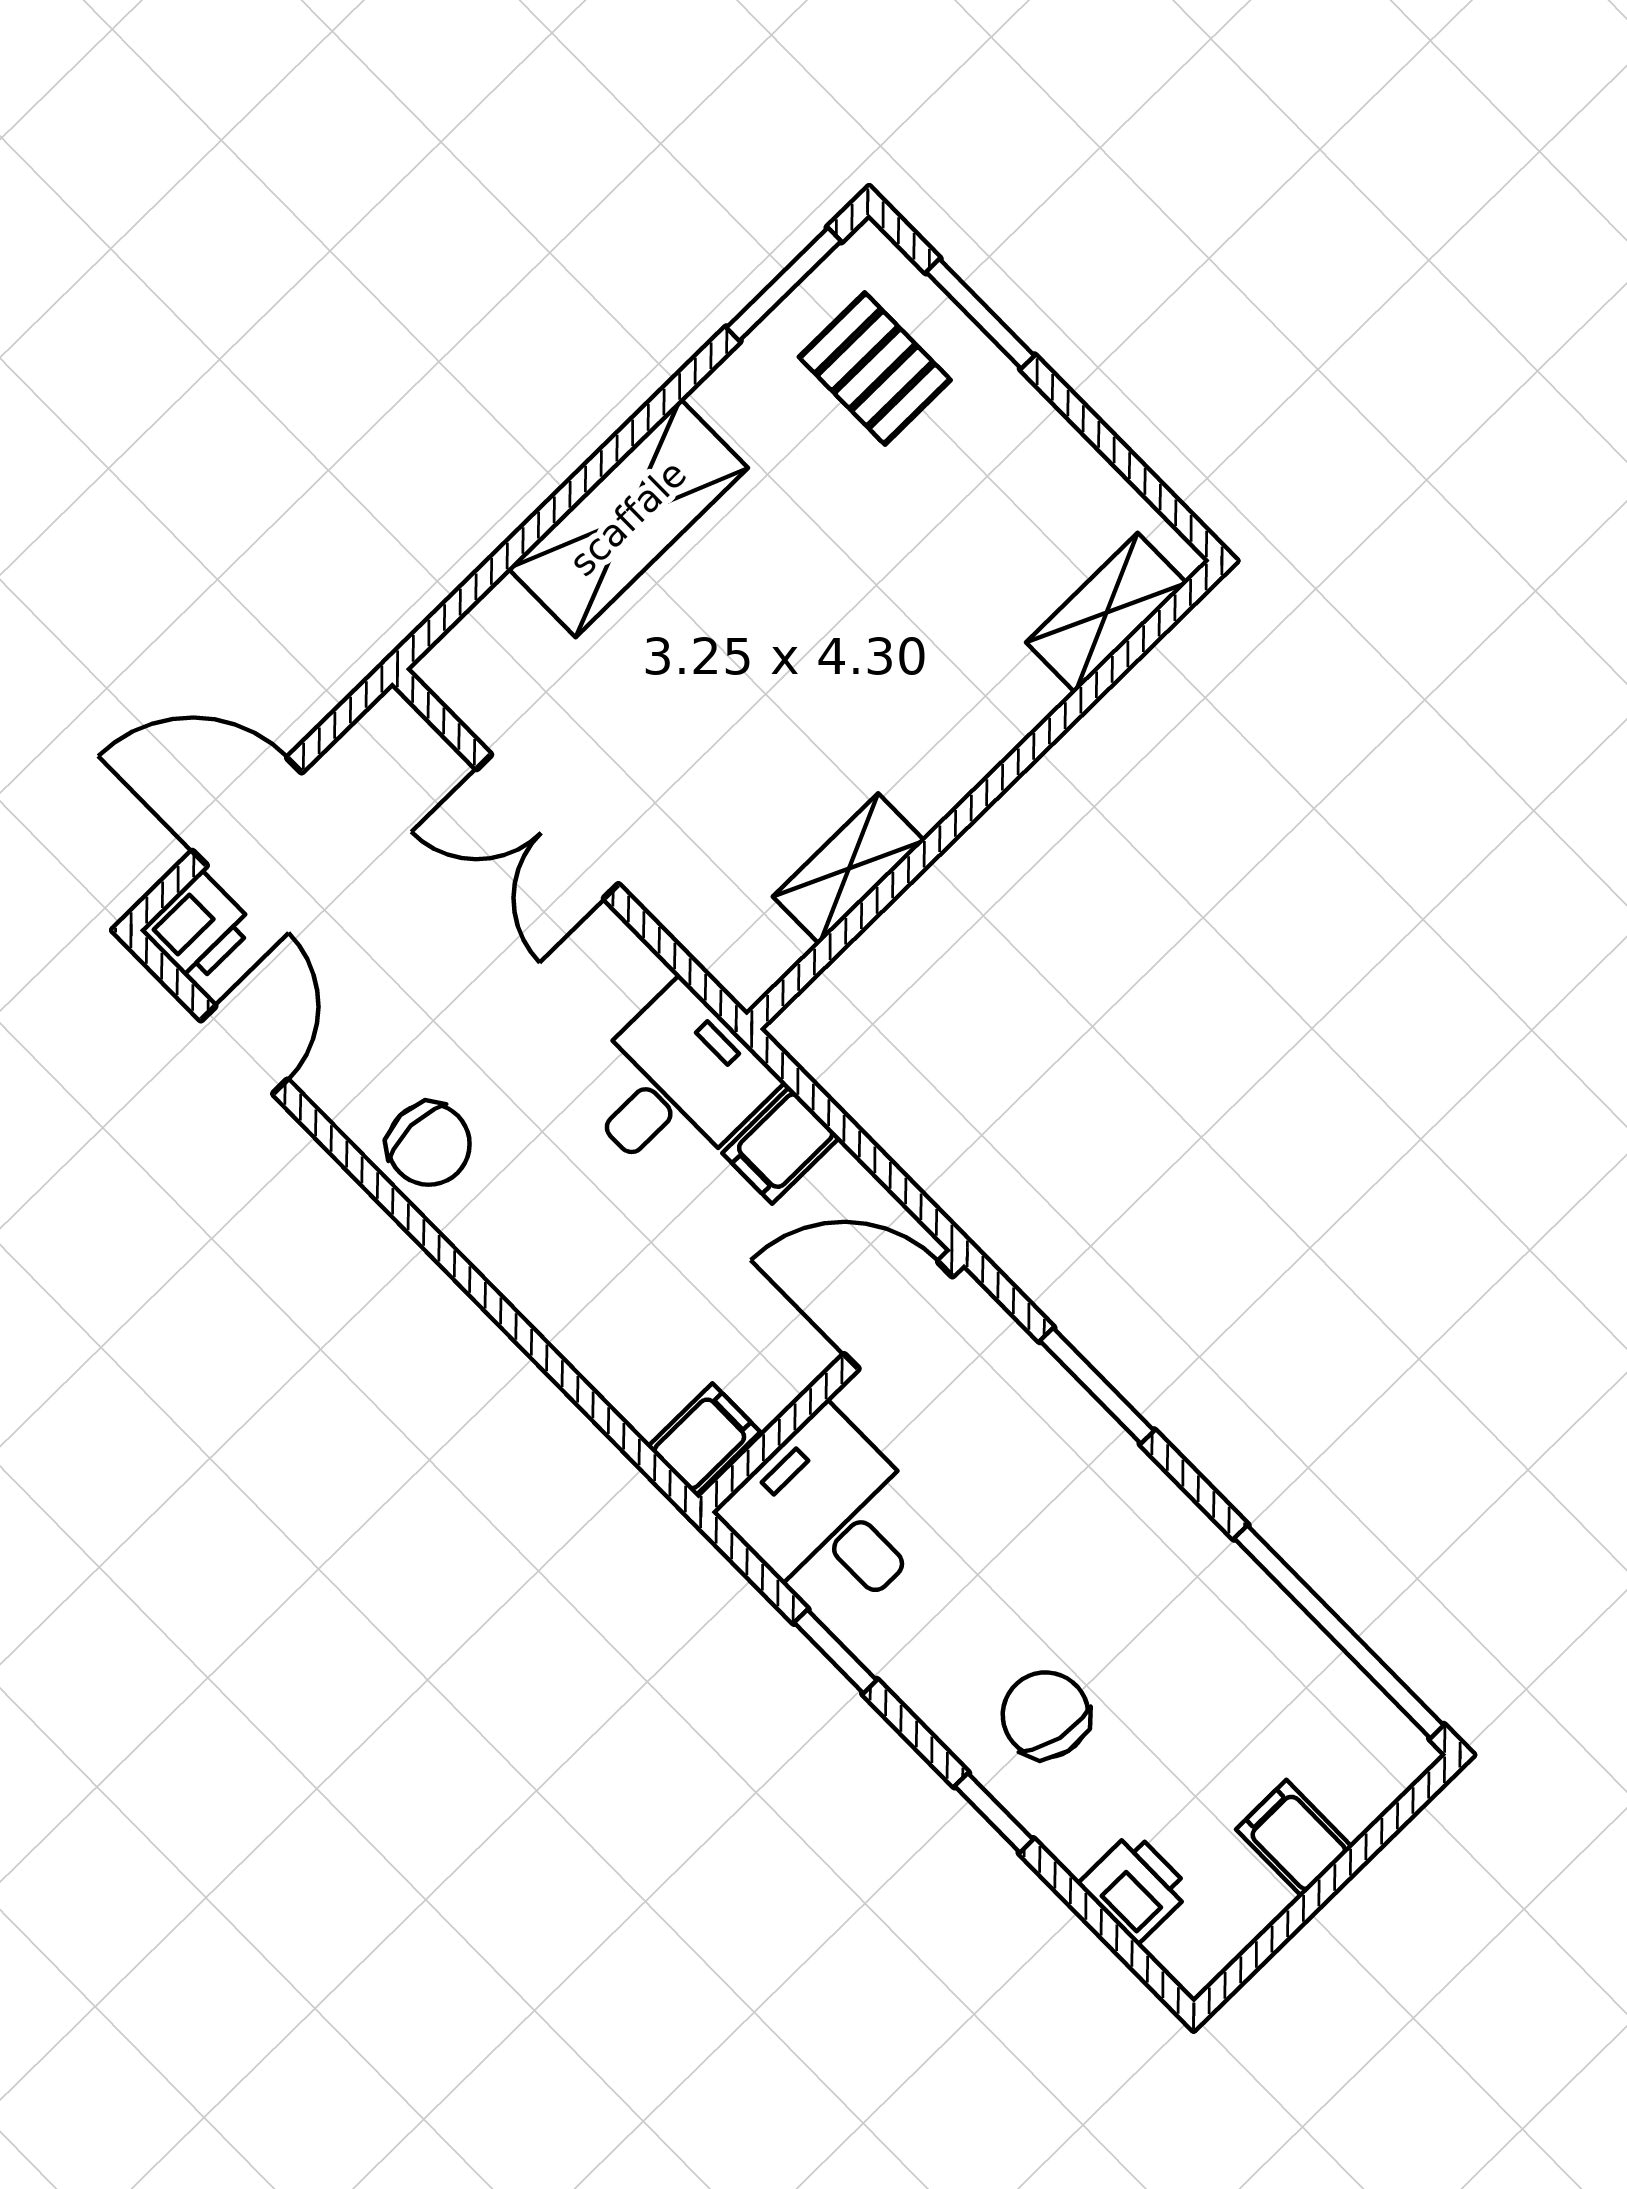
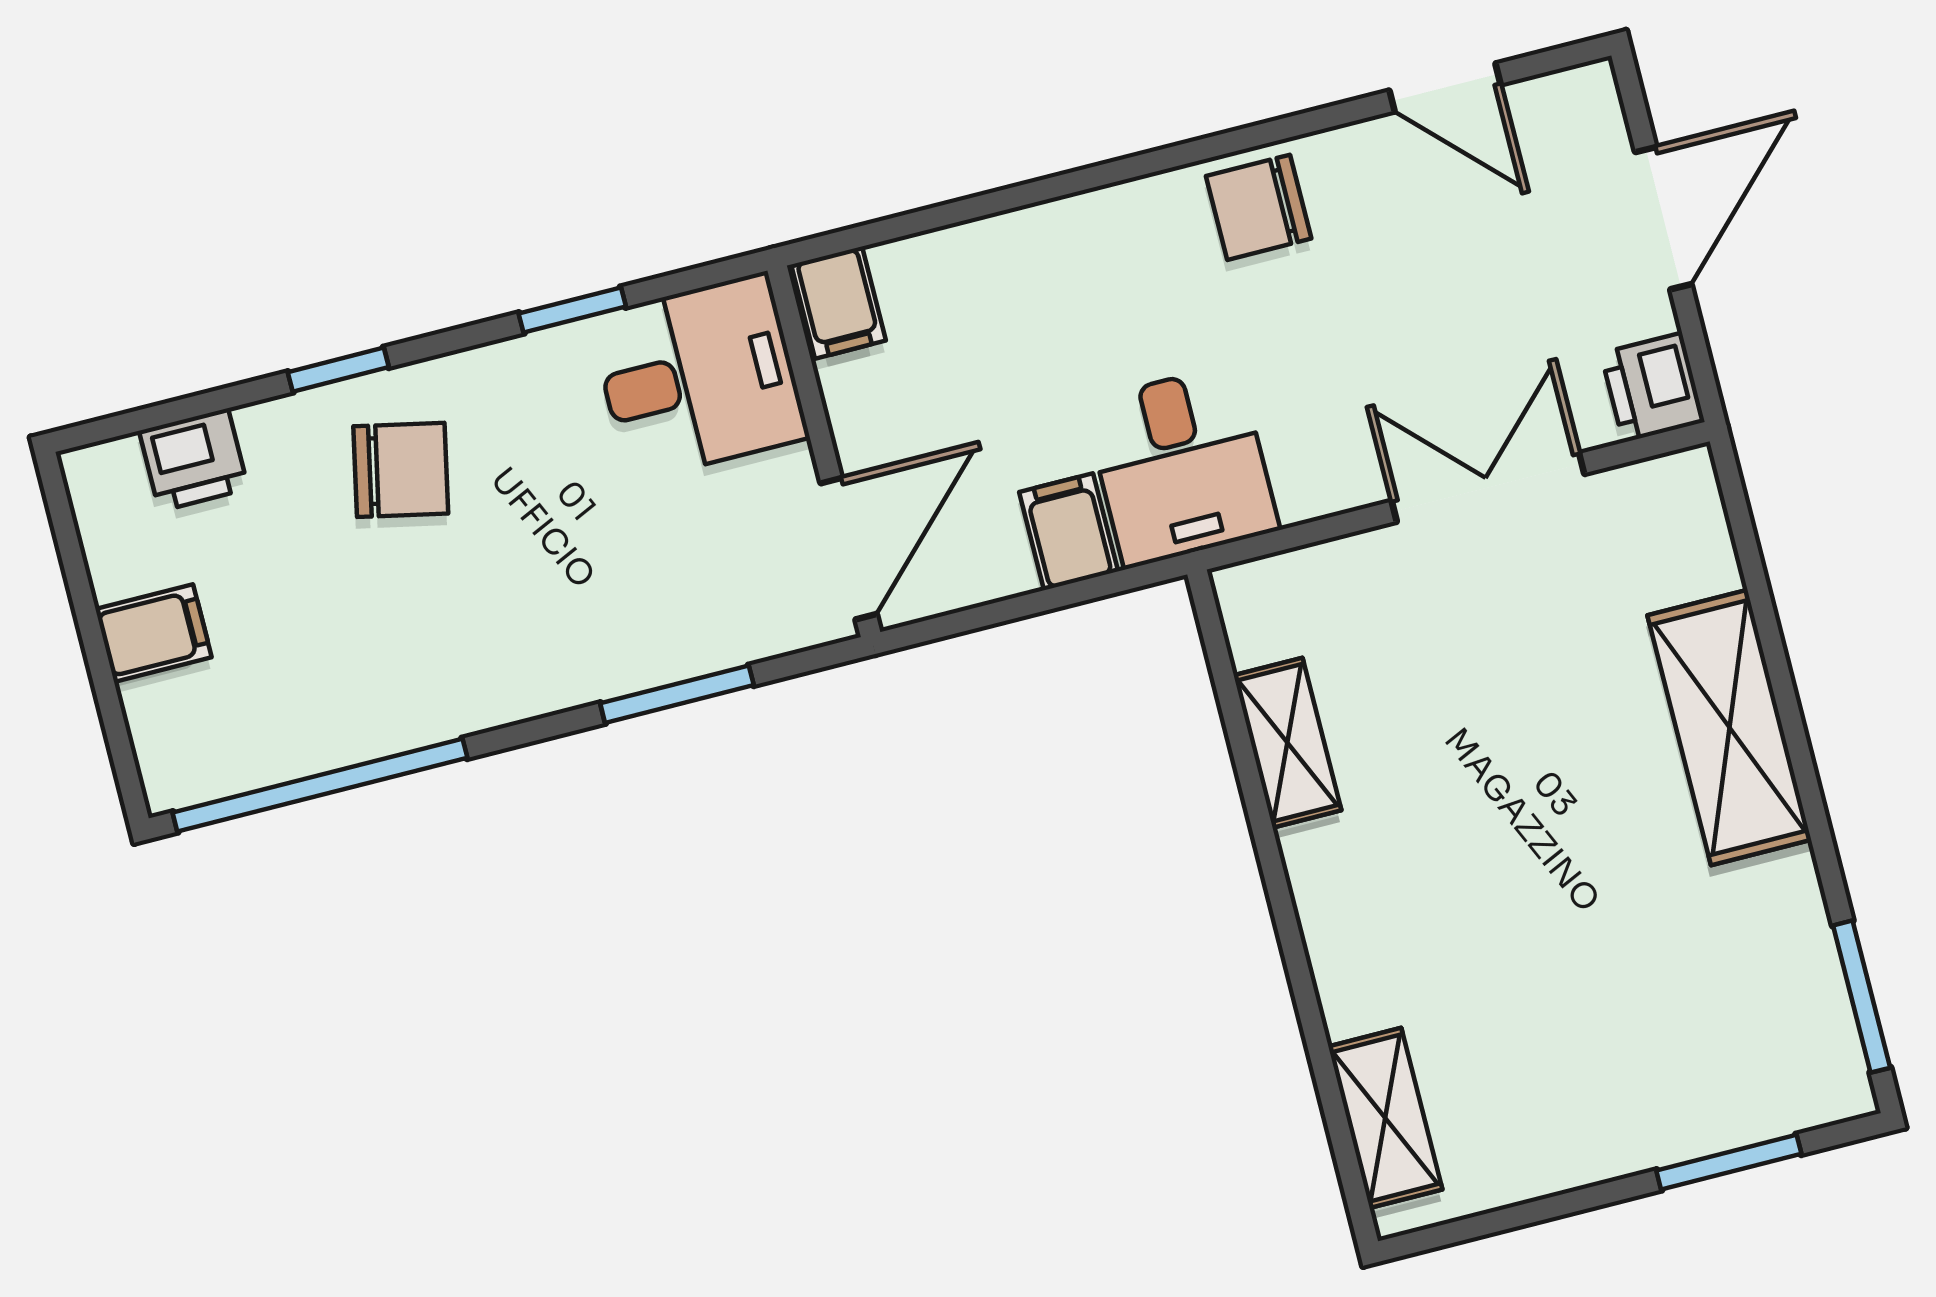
pallet: (875, 369) -> (1735, 1035), removed
printer: (198, 928) -> (1653, 387), moved

